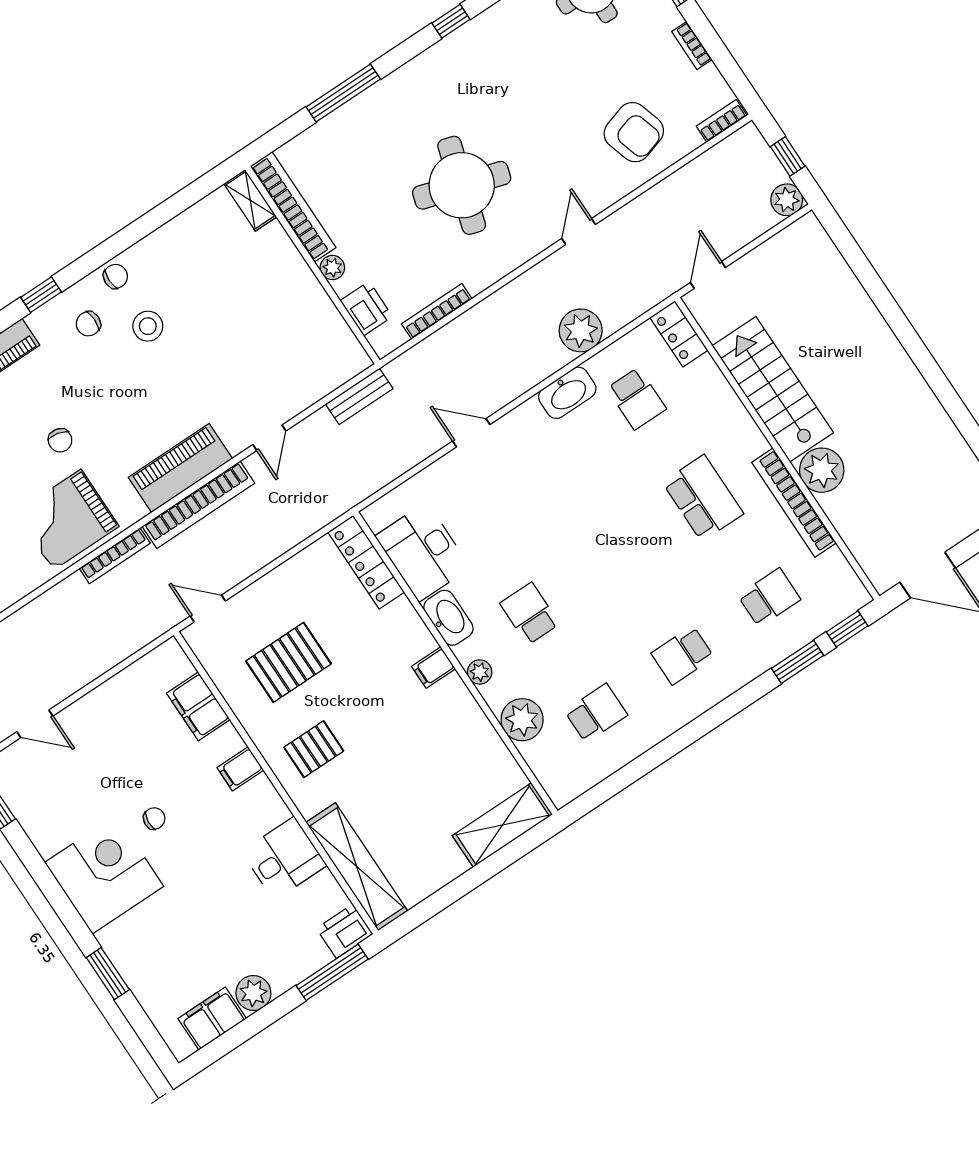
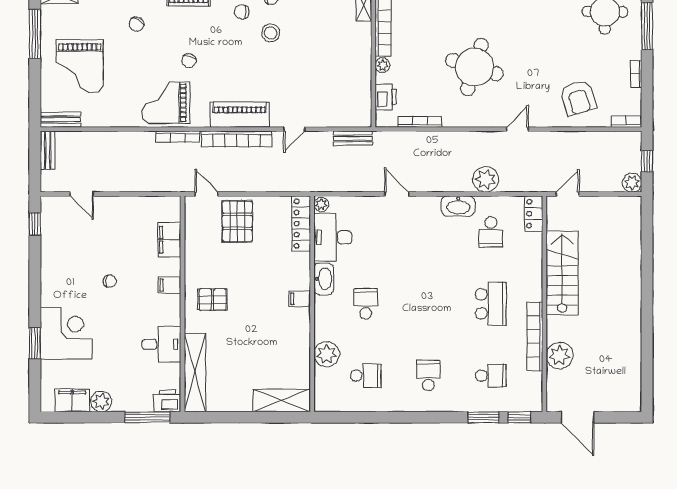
plant: (822, 470) -> (560, 355), moved
school desk: (683, 655) -> (428, 376), turned 90
pallet: (289, 662) -> (237, 221), moved, turned 90
plant: (480, 672) -> (321, 205), moved
corner desk: (104, 874) -> (66, 333), moved

